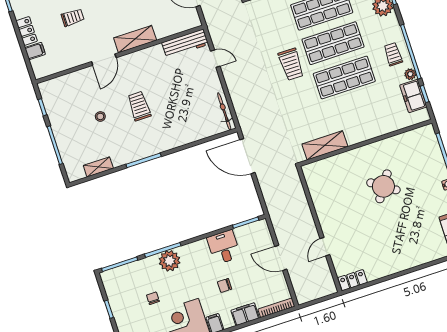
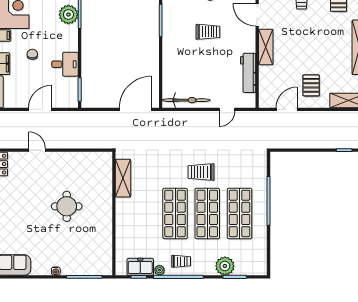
workbench: (185, 43) -> (248, 73), moved
bicycle: (224, 111) -> (186, 100), width x1.37, depth x1.40
round table: (383, 186) -> (67, 206), moved, turned -34

